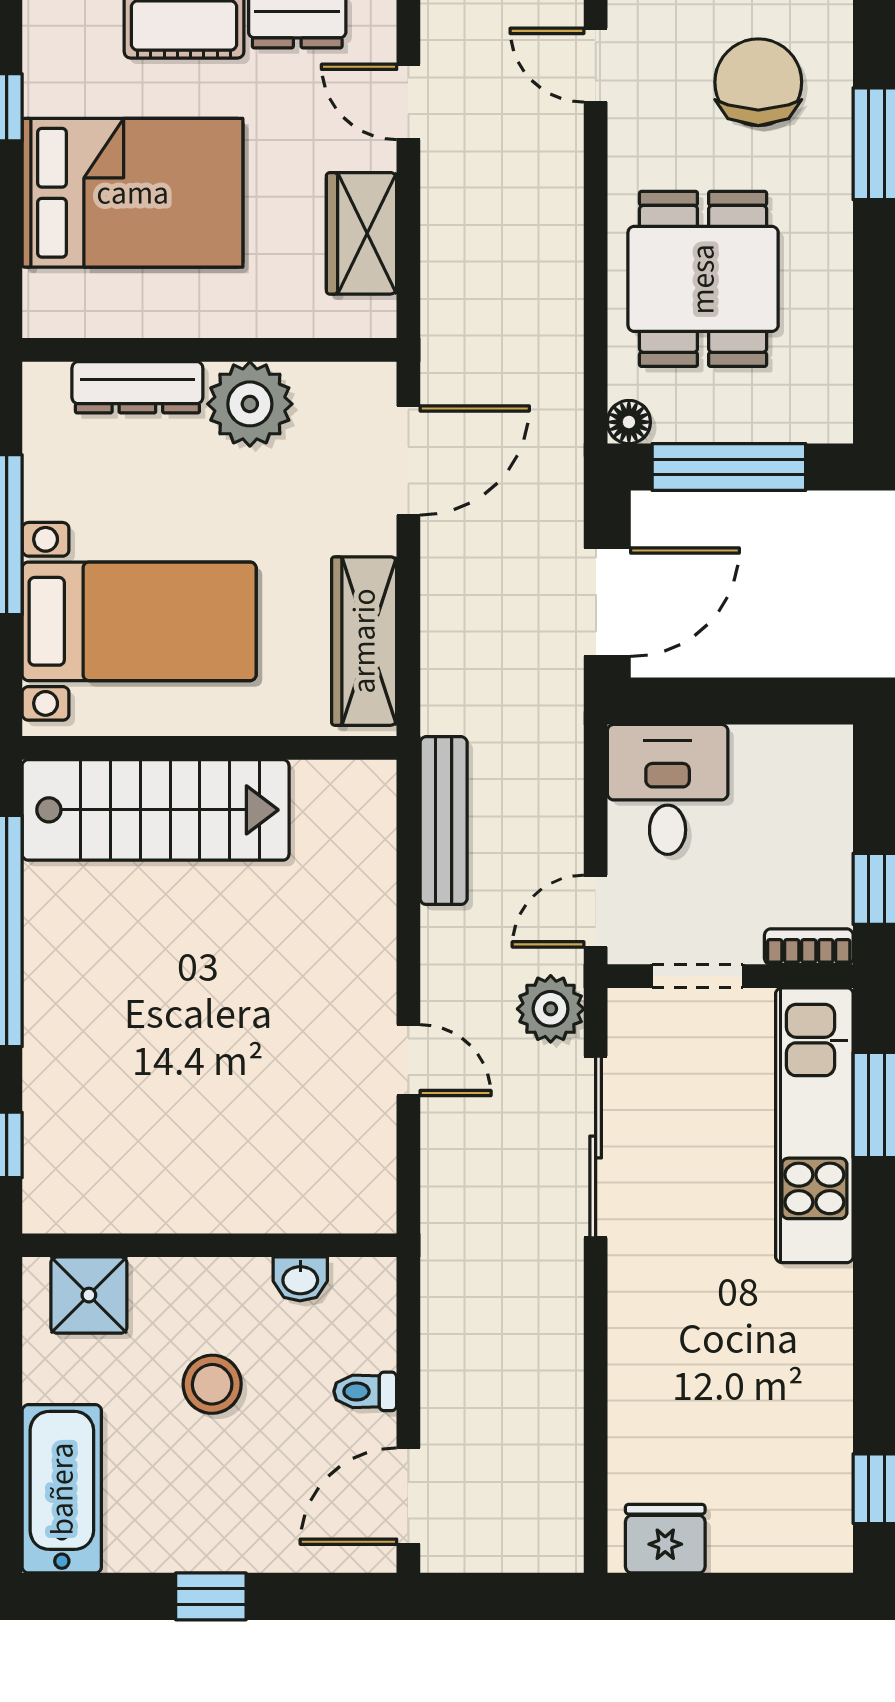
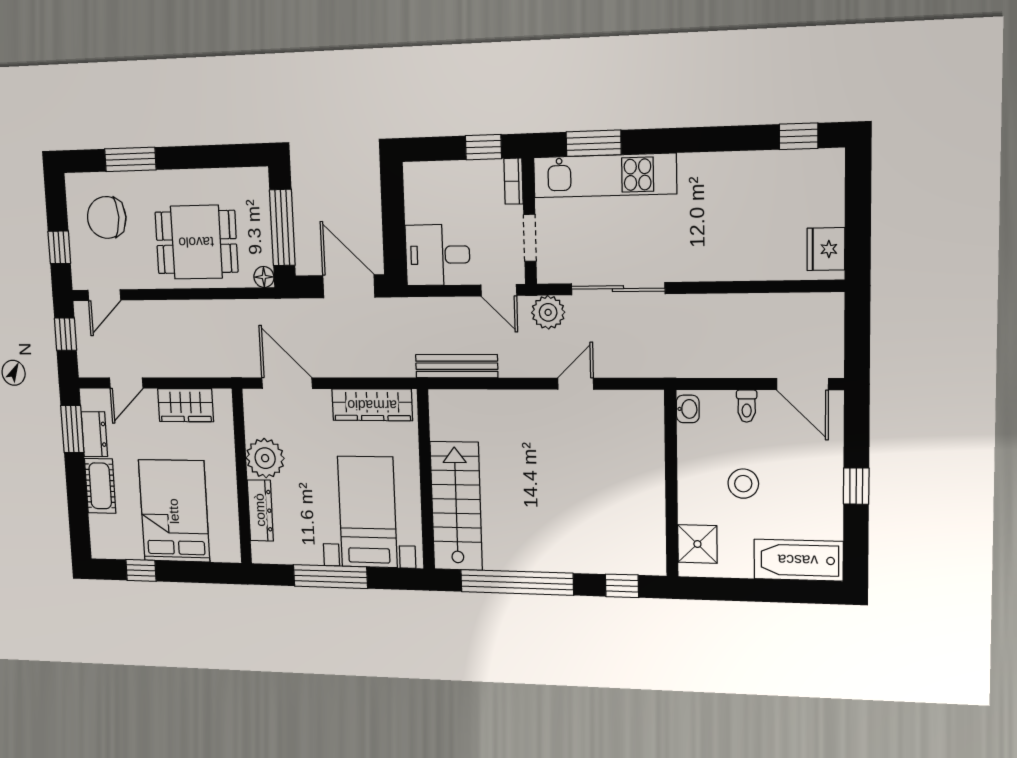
washbasin: (300, 1279) -> (688, 409), moved

